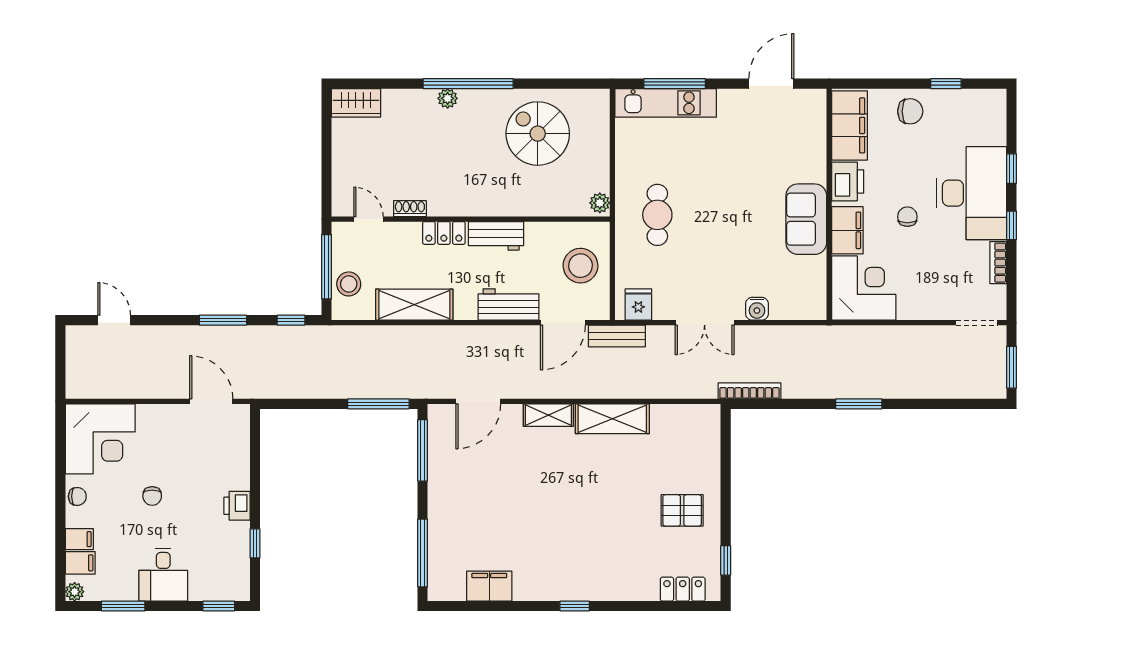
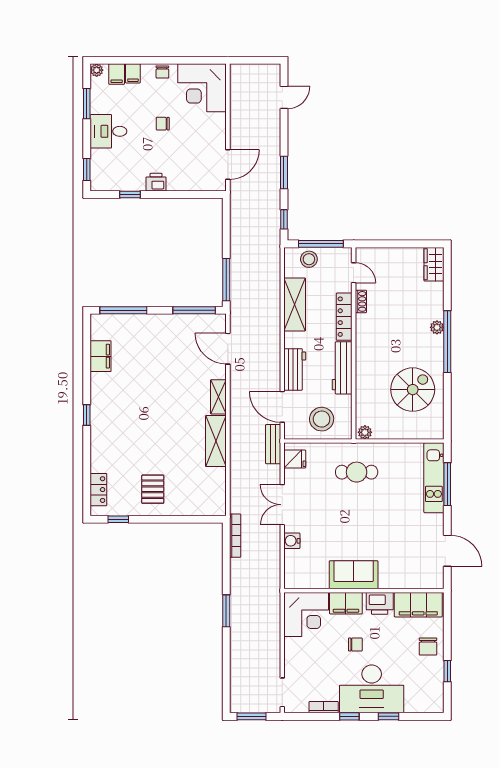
door: (368, 219) -> (354, 273), hinge flipped
locker: (444, 233) -> (344, 317), width x1.53
workbench: (496, 236) -> (342, 368), width x1.38

